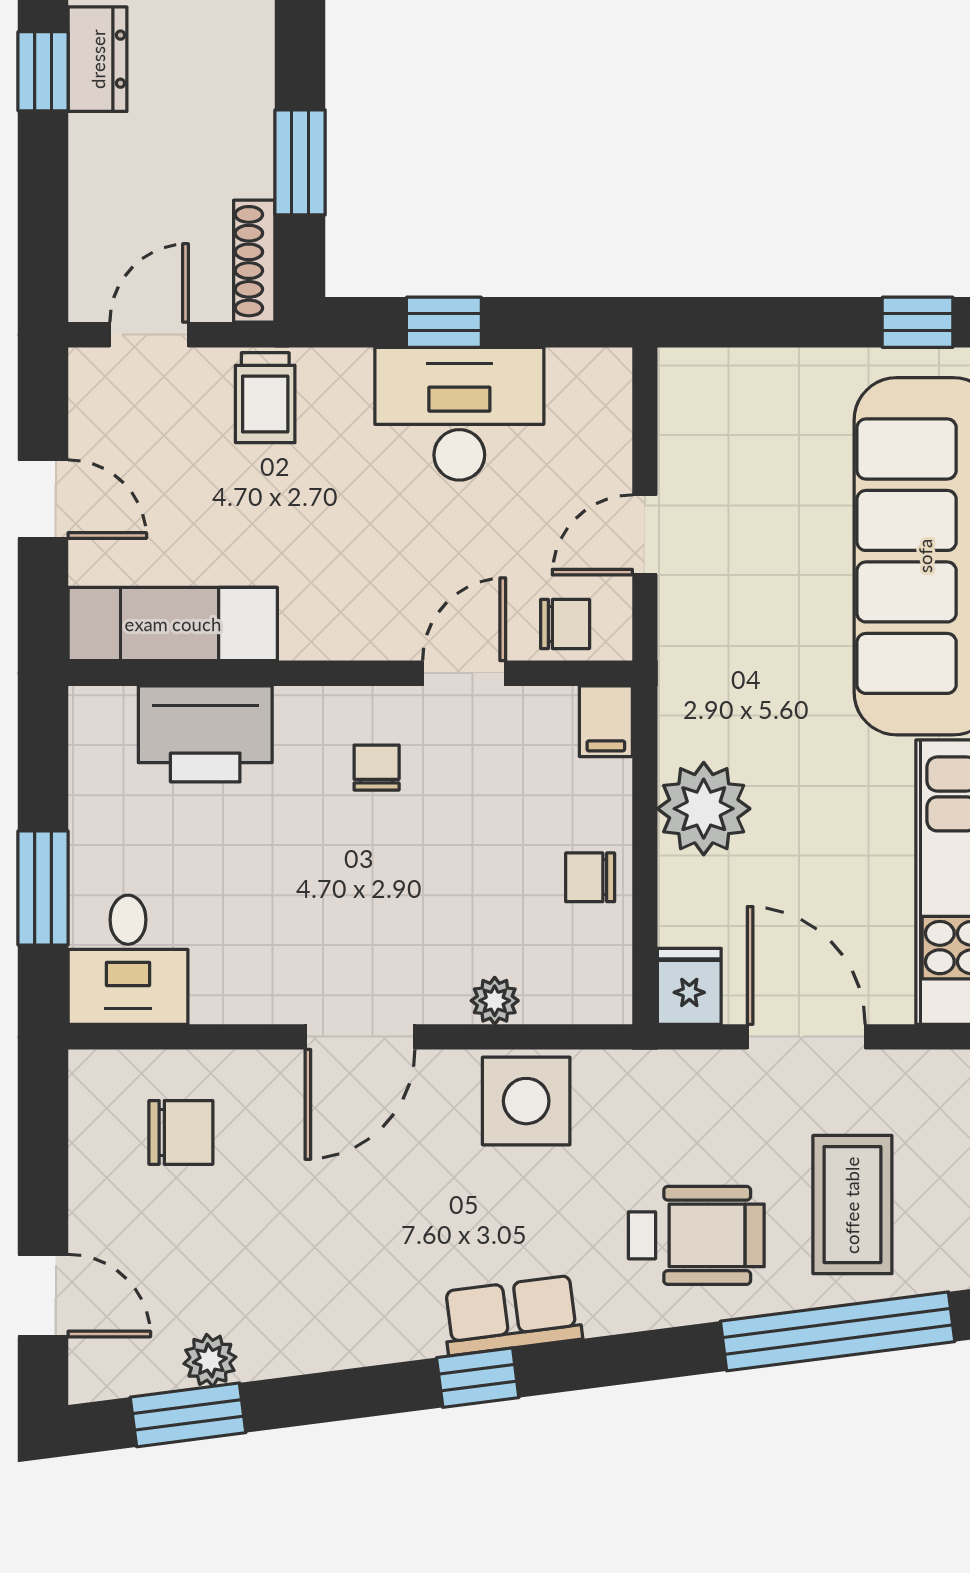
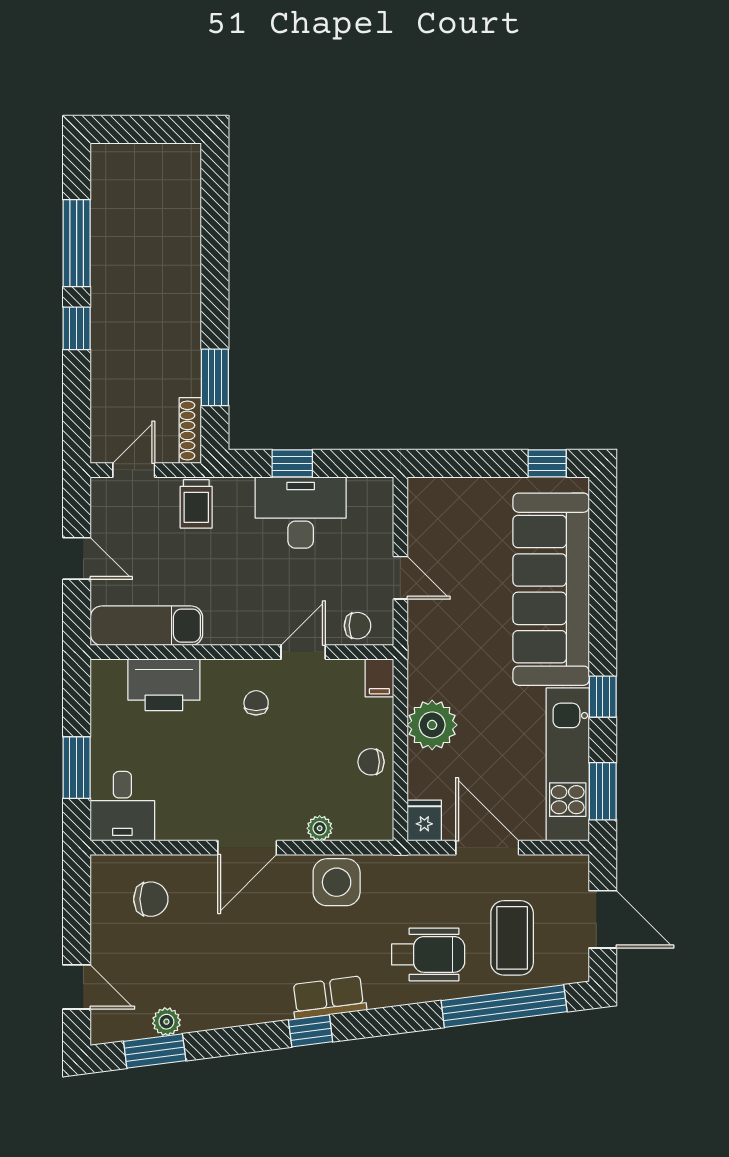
dresser: (98, 59) -> (106, 322), removed
door: (645, 535) -> (400, 578), swing flipped

